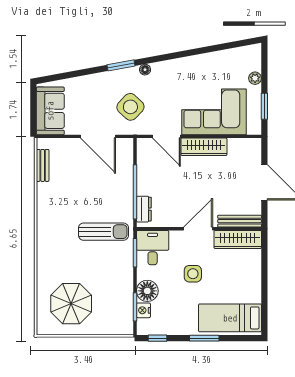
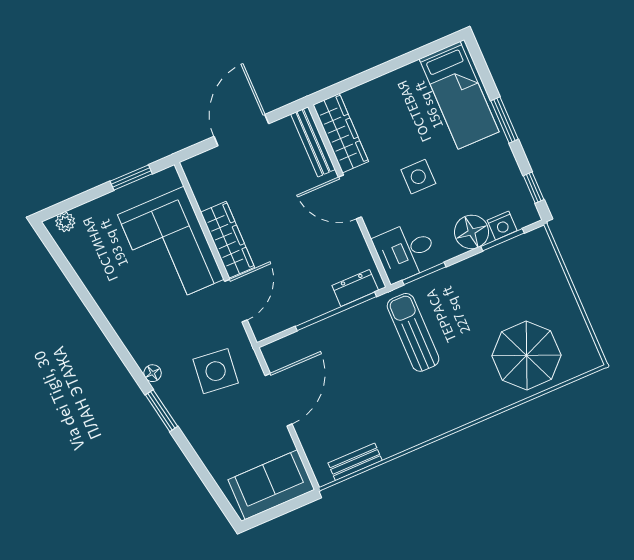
plant: (255, 78) -> (65, 222), moved
side table: (130, 107) -> (216, 371), turned -37
parasol: (71, 304) -> (526, 356), moved

